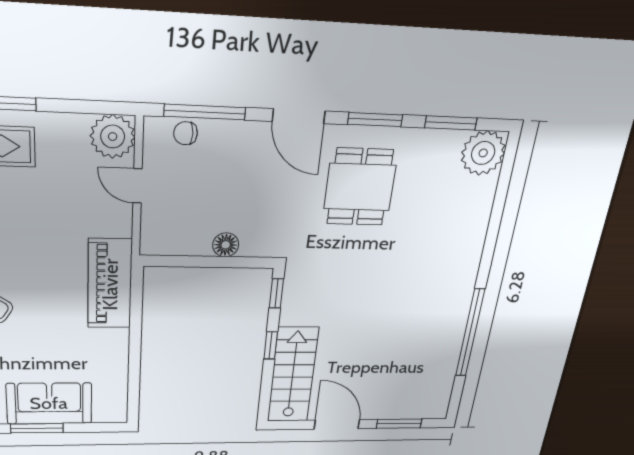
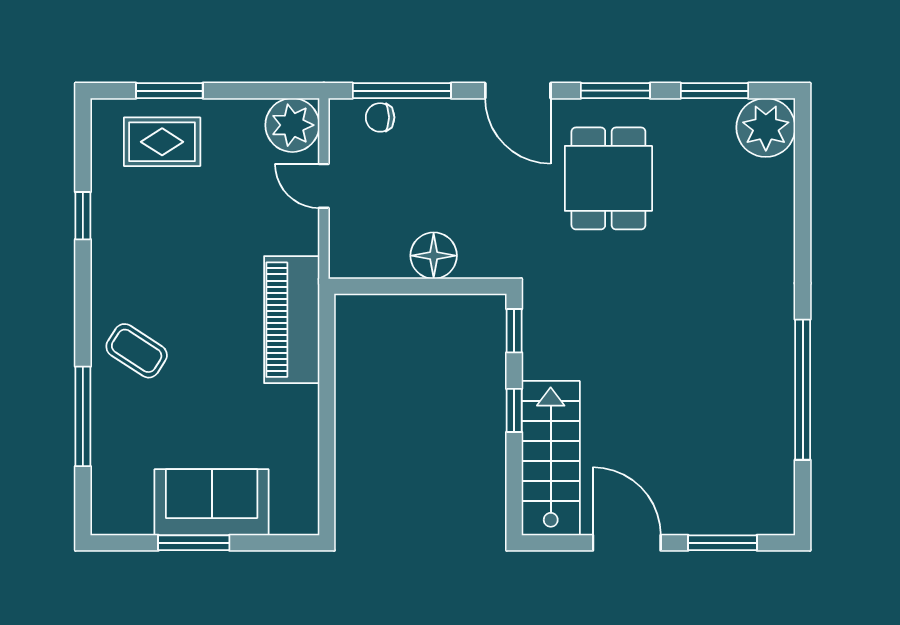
floor lamp: (226, 245) -> (434, 256), width x1.38, depth x1.38

